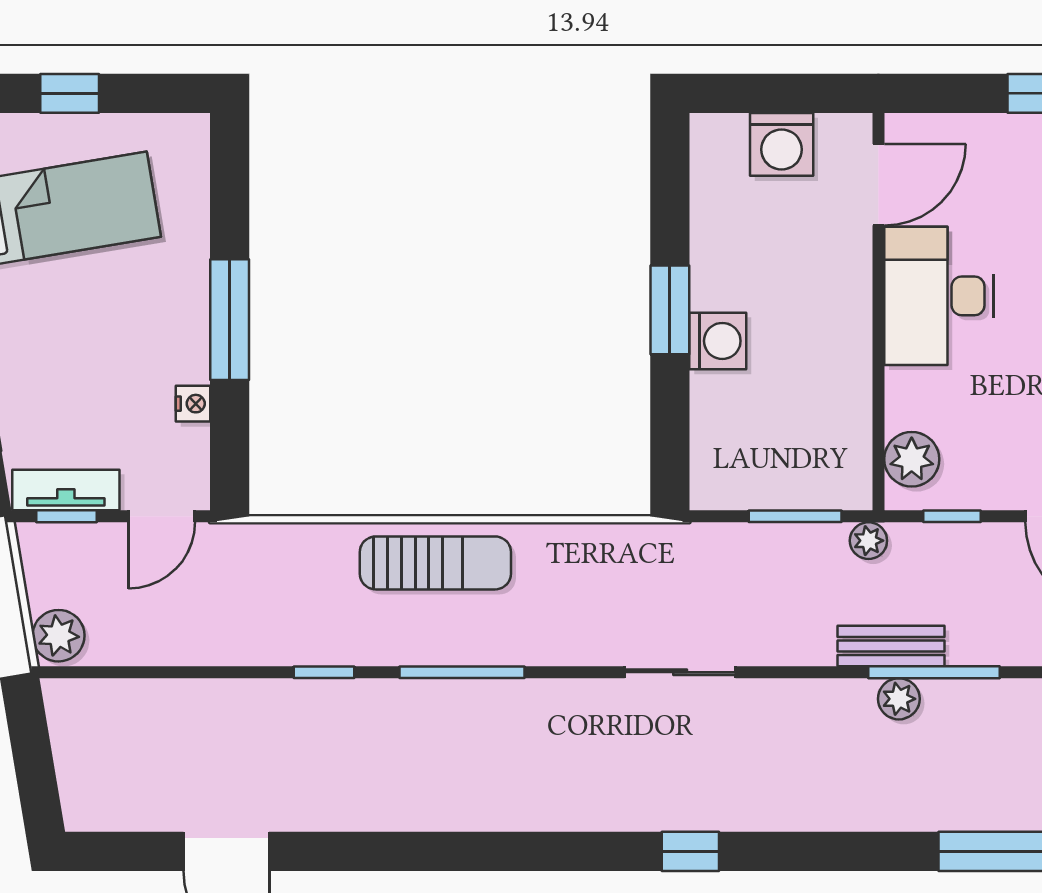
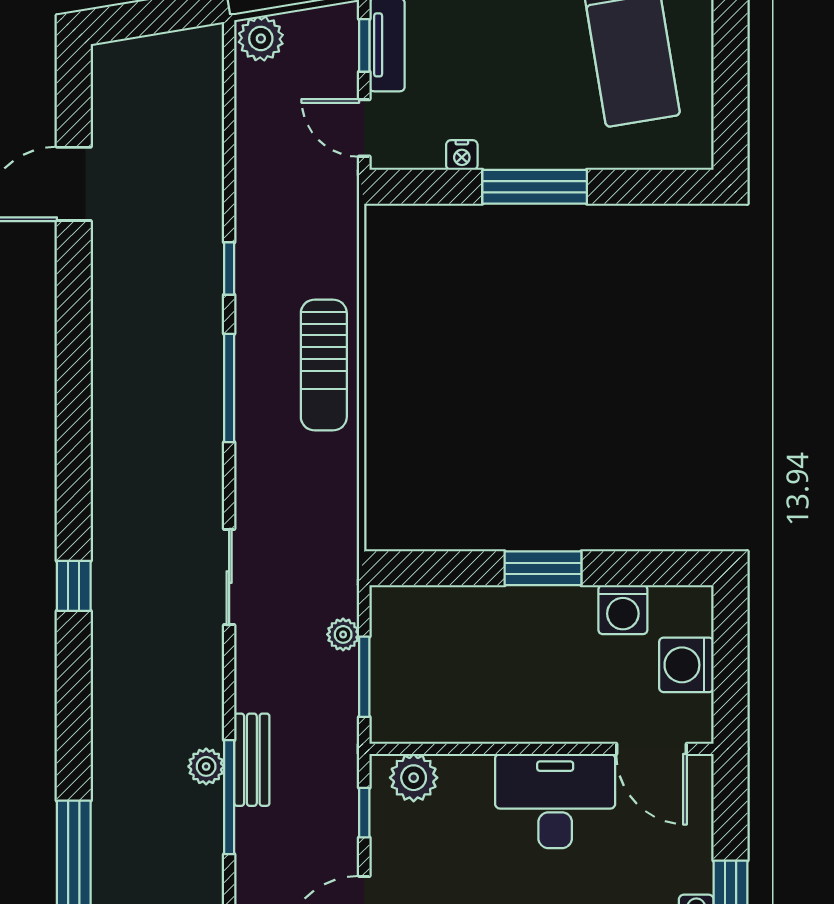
window: (70, 93) -> (731, 48), removed
washing machine: (718, 341) -> (623, 610), moved
plant: (868, 541) -> (343, 634), moved

